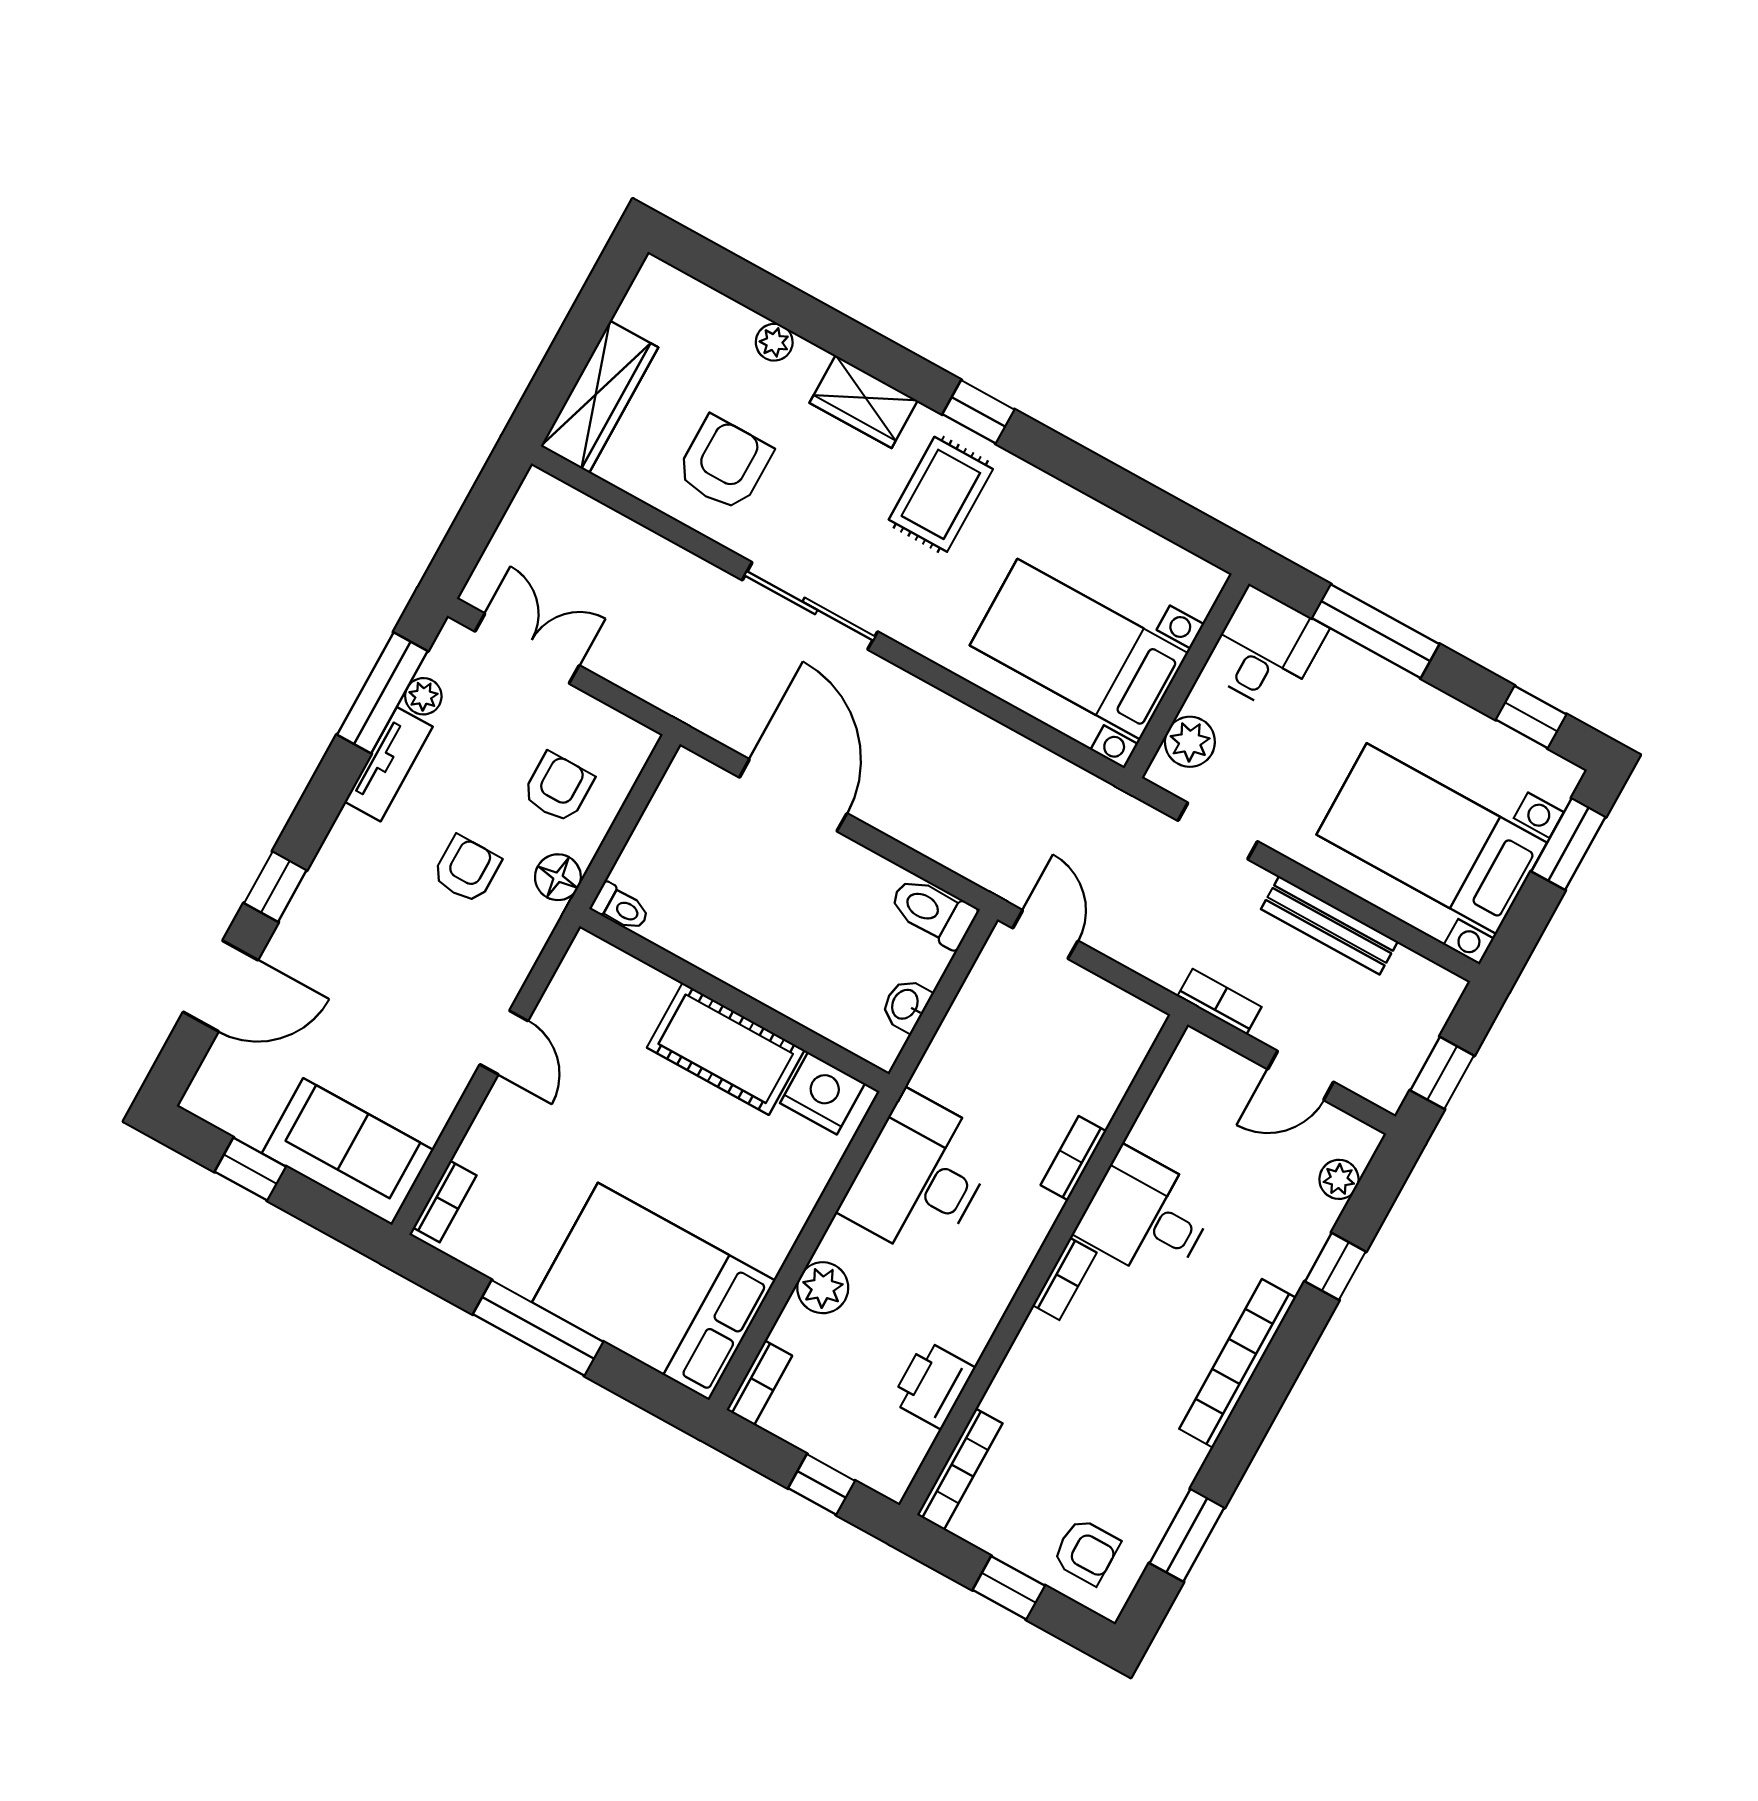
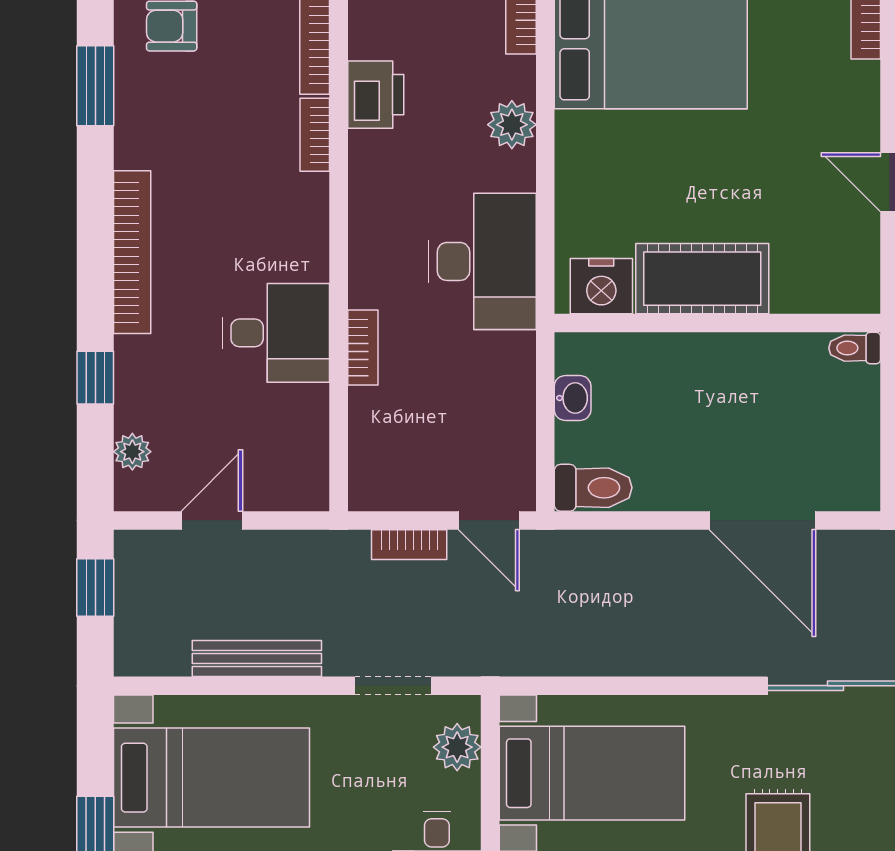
bookcase: (1219, 1002) -> (409, 545), moved
bookcase: (1065, 1279) -> (315, 135), moved

